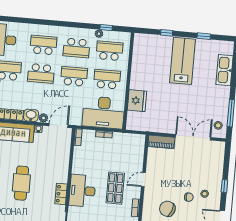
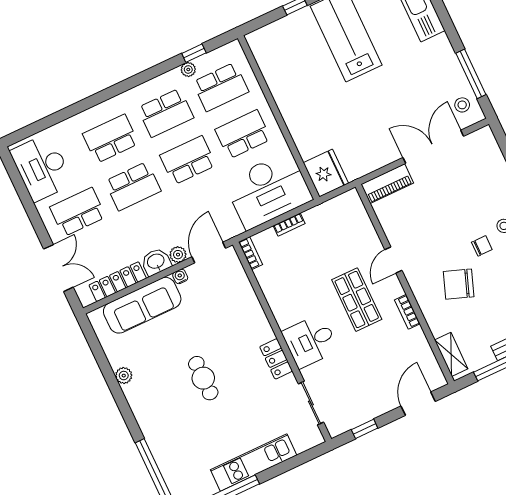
school desk: (109, 51) -> (221, 87), turned 180
fridge: (137, 101) -> (326, 173), moved
cafe table: (21, 183) -> (203, 378), width x0.73, depth x0.74
desk: (82, 191) -> (310, 341), width x0.73

